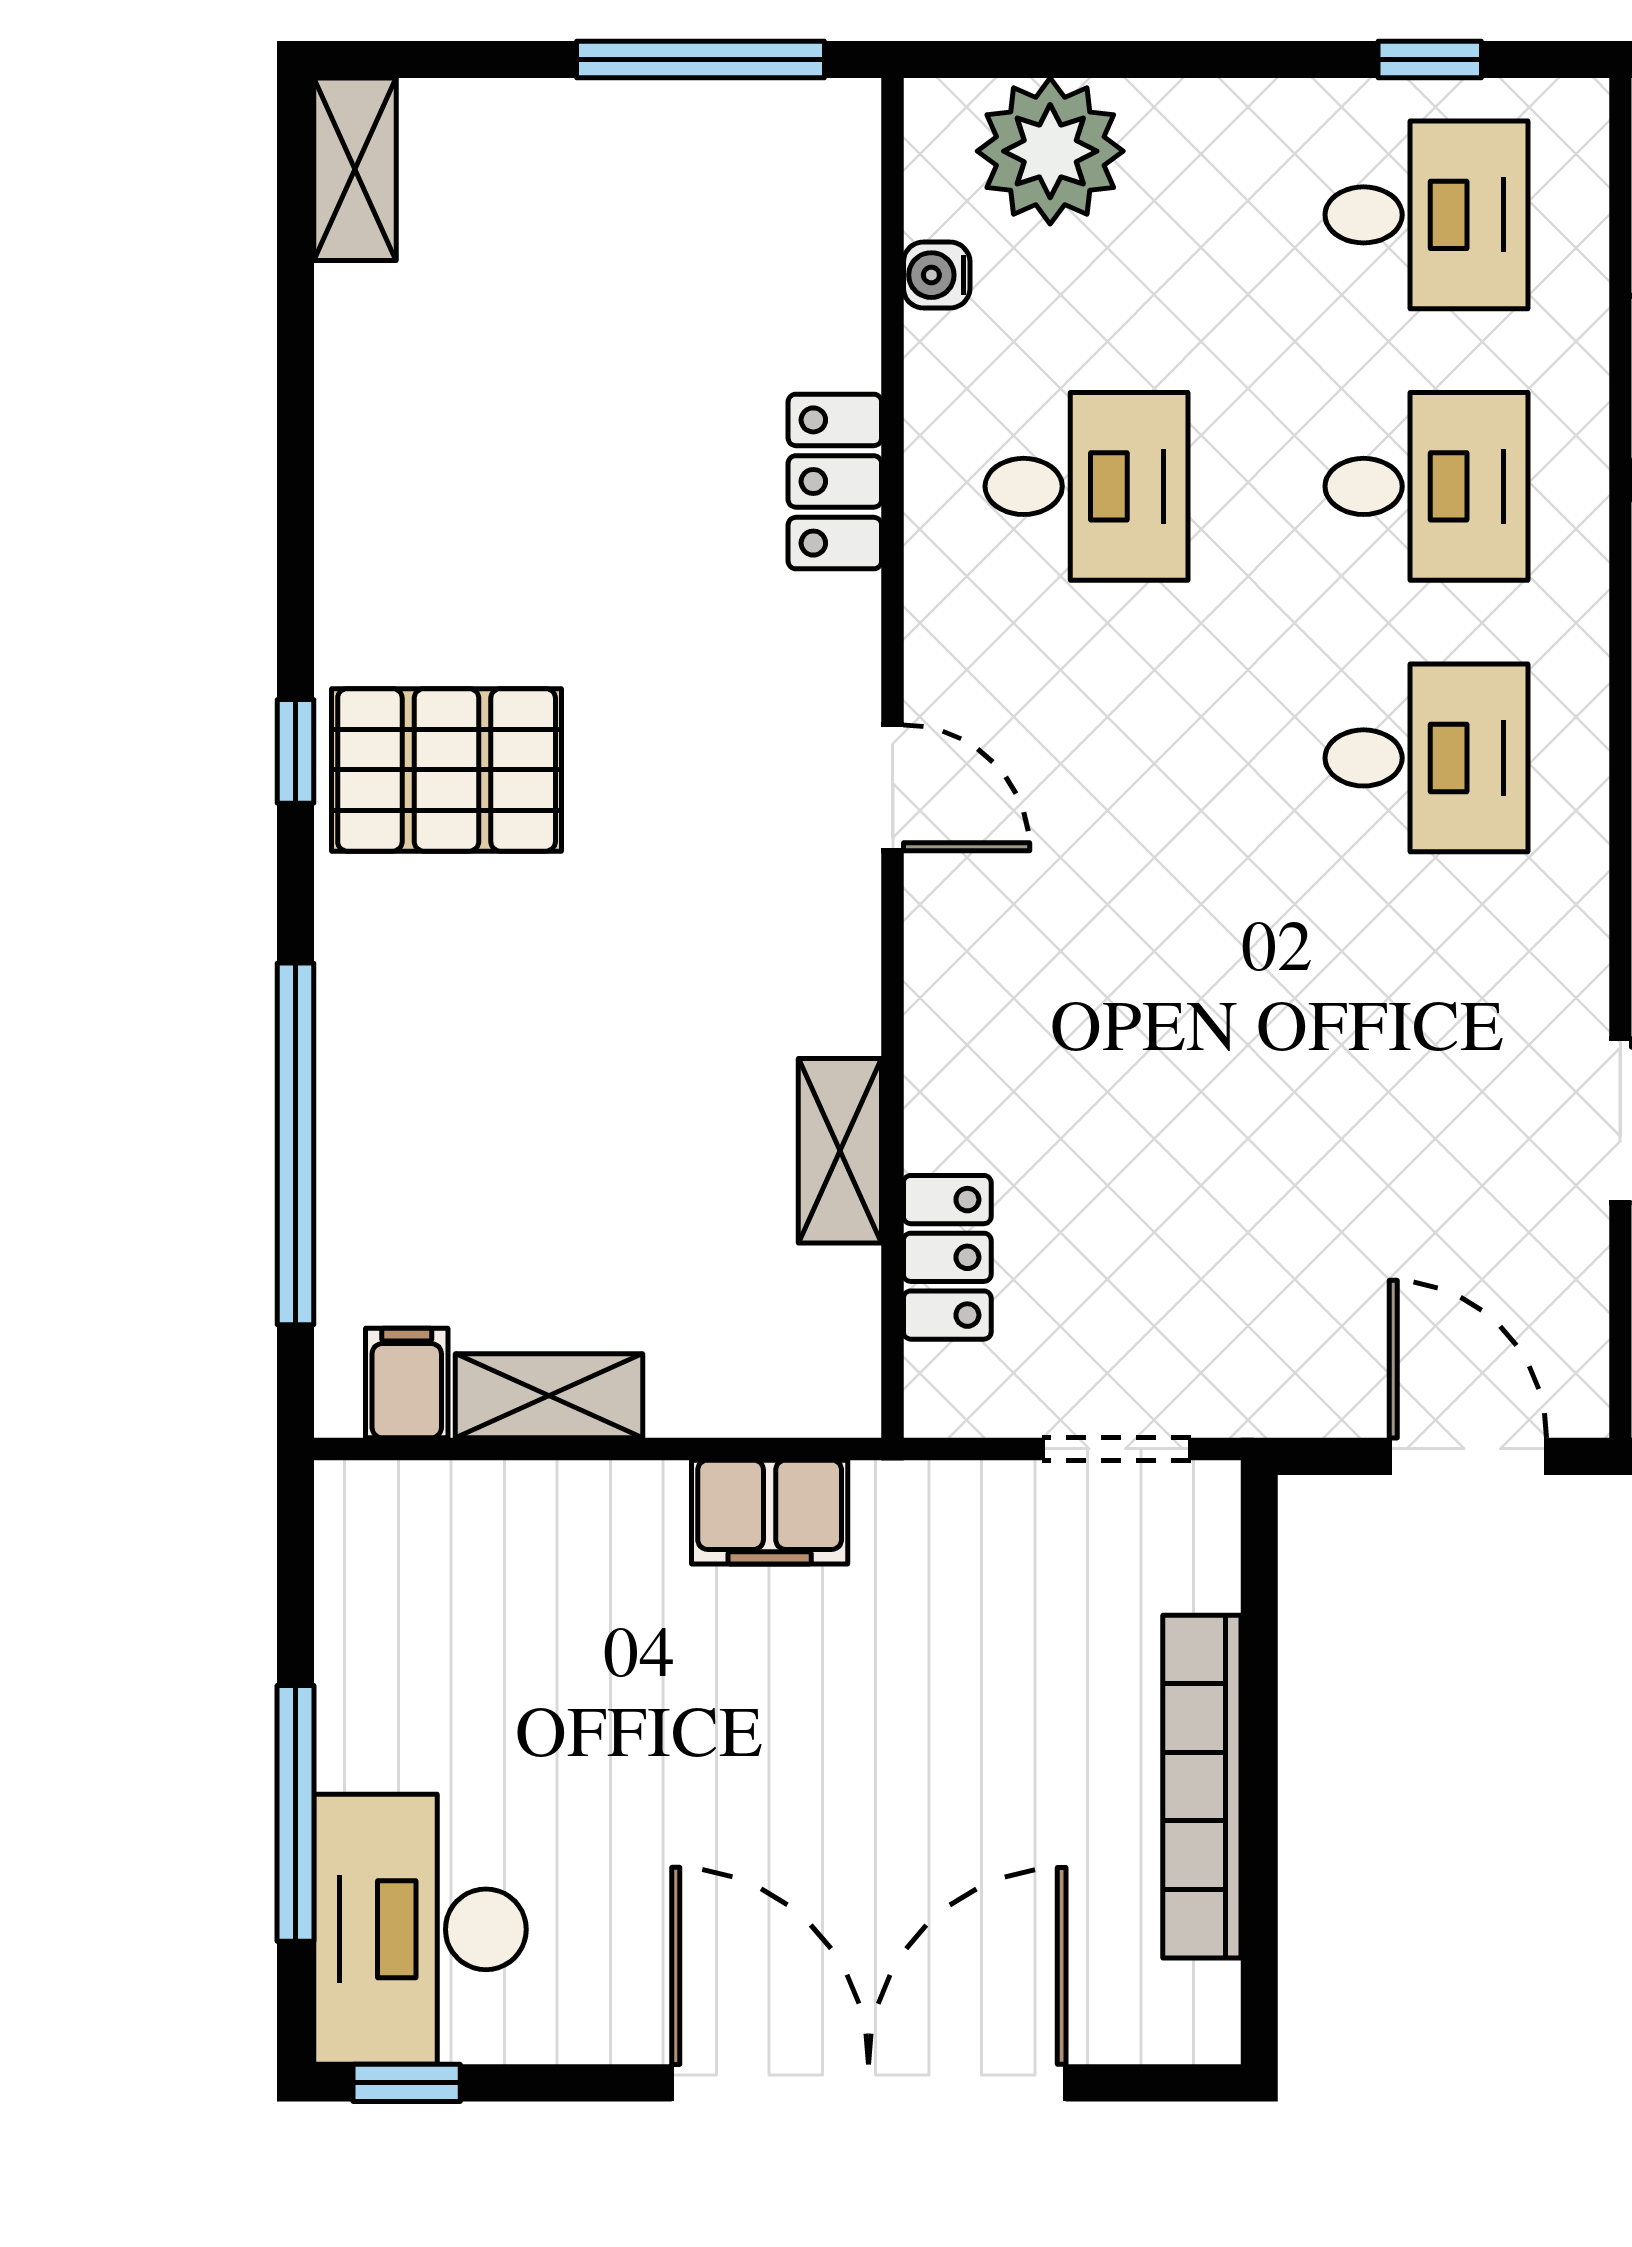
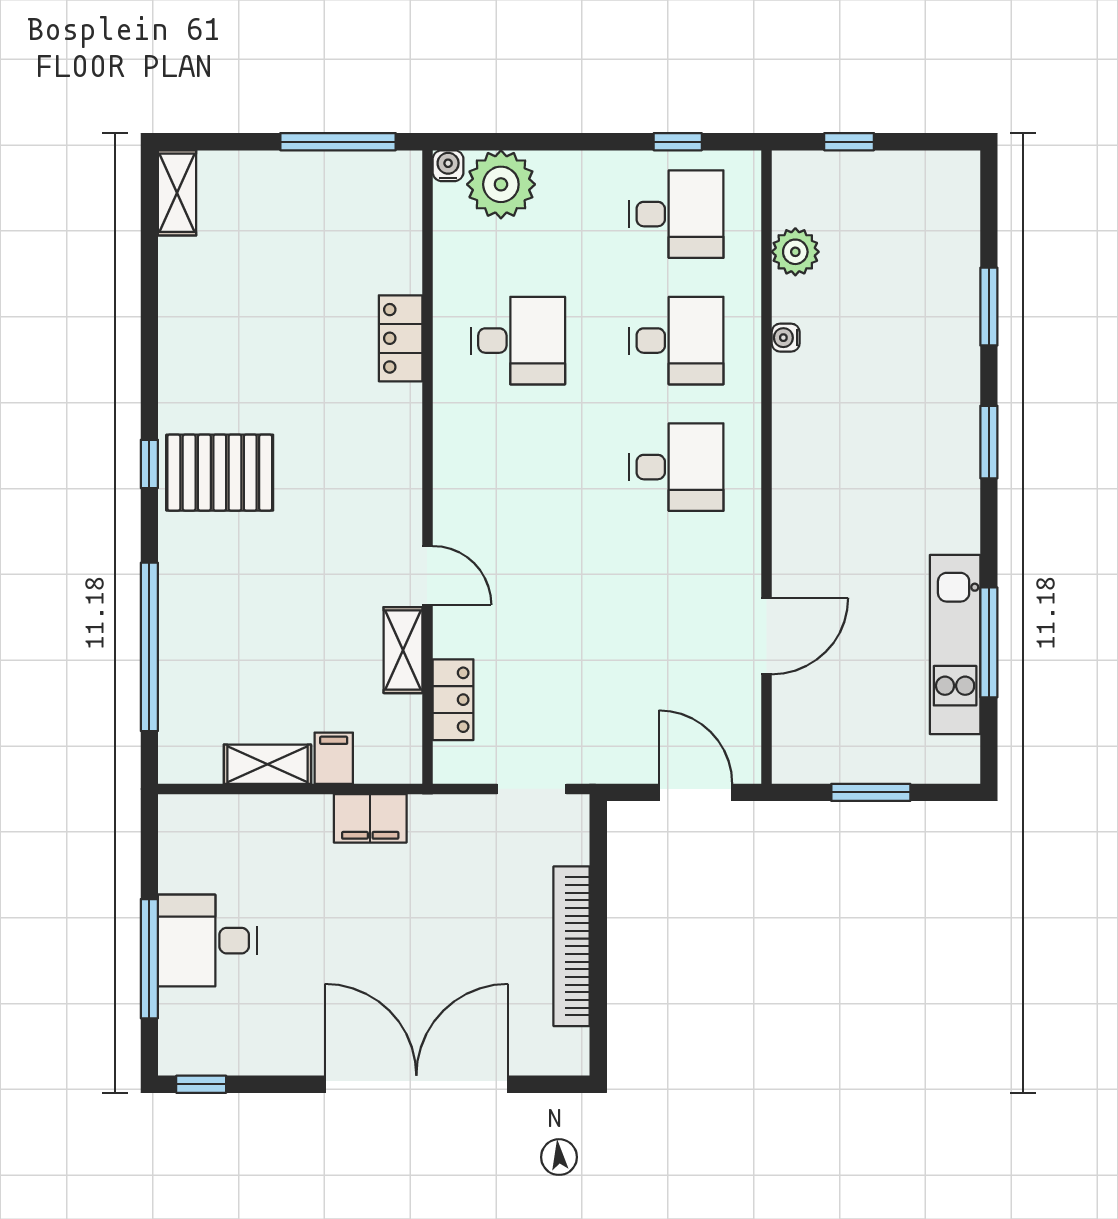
water cooler: (937, 275) -> (448, 166), moved, turned 90
door: (893, 788) -> (427, 575), moved
filing cabinet: (407, 1383) -> (334, 758), moved
desk: (420, 1929) -> (207, 941), moved, width x0.73

